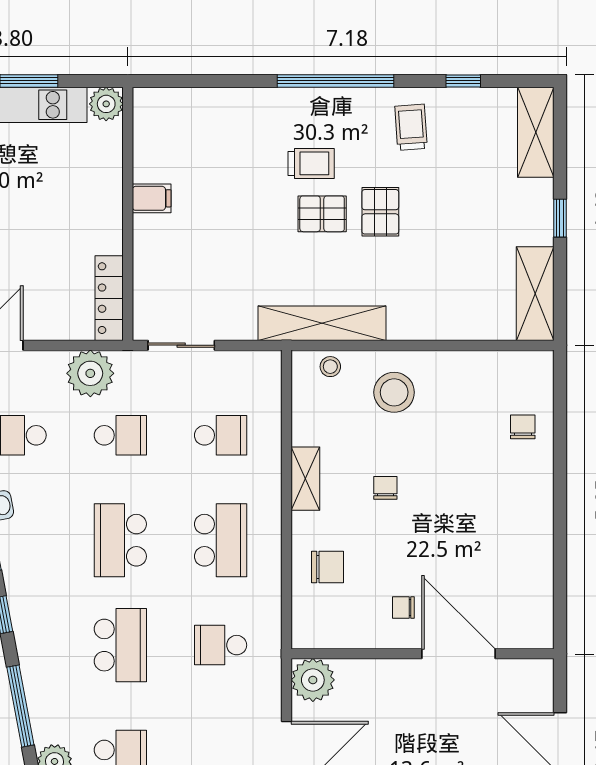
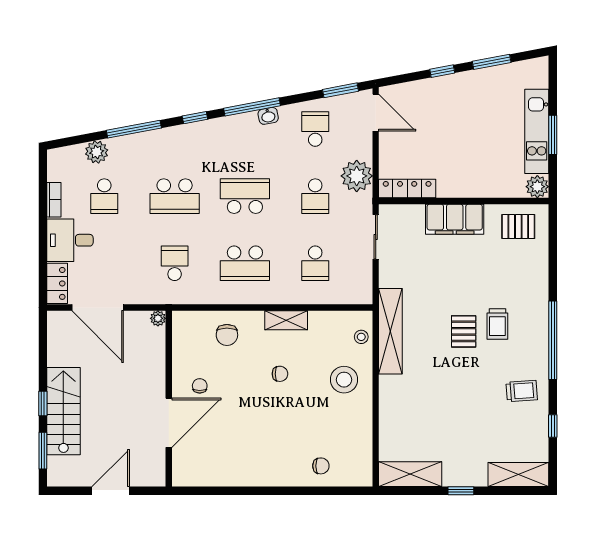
filing cabinet: (152, 198) -> (455, 219), width x3.00, depth x1.17
pallet: (380, 212) -> (518, 227), moved
plant: (313, 680) -> (158, 318), width x0.53, depth x0.53

